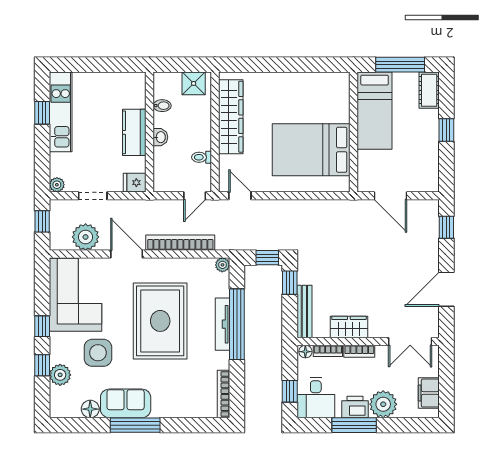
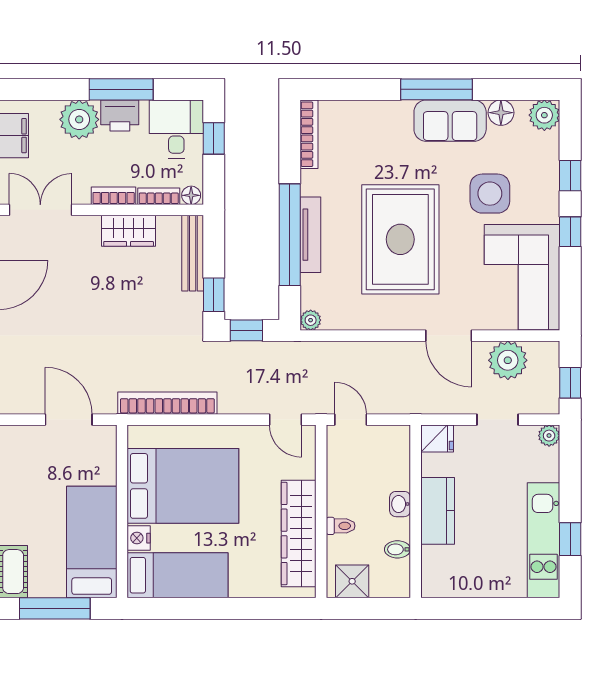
bed: (315, 88) -> (178, 575), added
nightstand: (342, 114) -> (139, 538), added
toilet: (202, 157) -> (341, 526), moved
door: (195, 196) -> (351, 420), hinge flipped
bookcase: (180, 243) -> (167, 403), moved, turned 180
plant: (60, 375) -> (544, 115), moved

